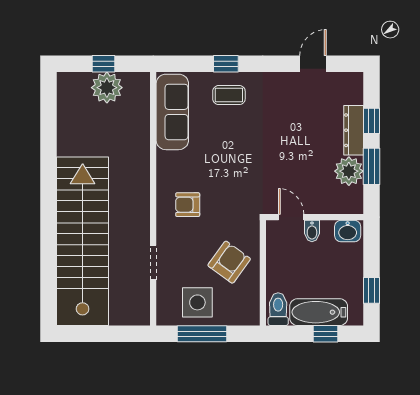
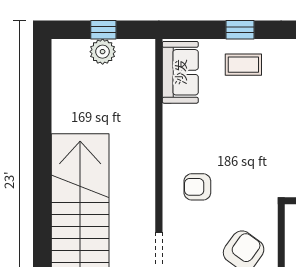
plant: (107, 88) -> (103, 52), width x0.73, depth x0.73
sofa: (172, 112) -> (180, 72), width x0.73

